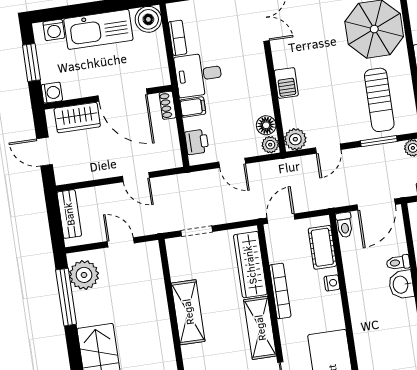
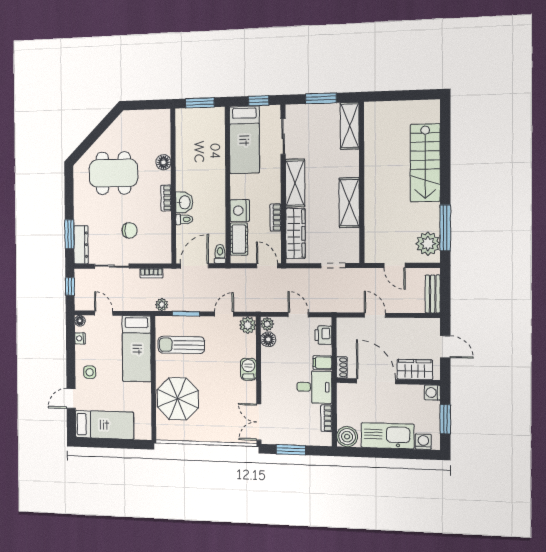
sun lounger: (379, 100) -> (181, 345), turned -90
door: (281, 219) -> (267, 266), swing flipped
nightstand: (332, 283) -> (240, 211), width x1.89, depth x1.79
bookcase: (280, 291) -> (276, 217), width x0.64

